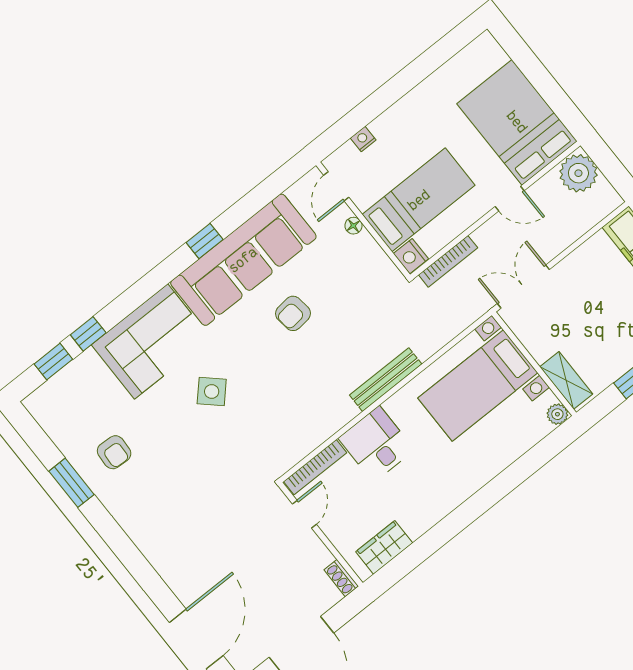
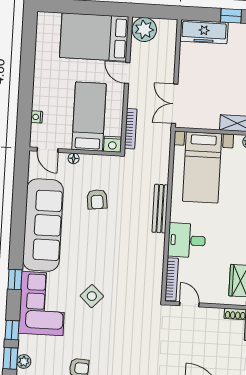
door: (510, 199) -> (127, 73), swing flipped
window: (205, 241) -> (15, 280), moved
armchair: (293, 313) -> (97, 199), moved
plant: (64, 381) -> (24, 361), added

